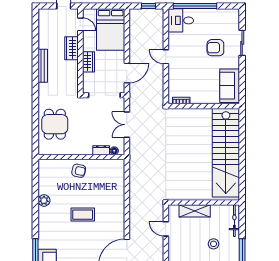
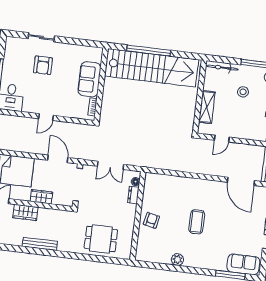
sofa: (230, 86) -> (89, 79), moved, turned 90
window: (242, 148) -> (149, 51), added

